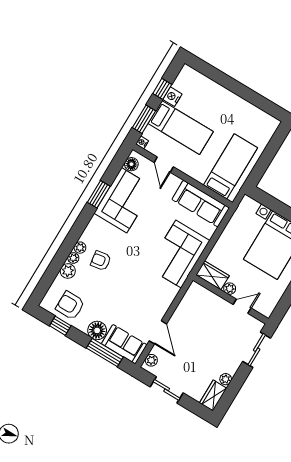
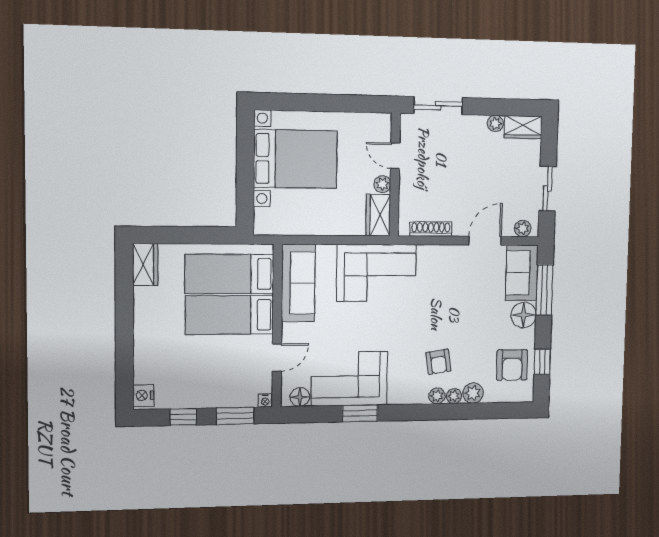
nightstand: (172, 97) -> (143, 395), moved, turned 90
wardrobe: (265, 121) -> (145, 264), added
bed: (181, 128) -> (229, 315), moved, turned -90
shoe rack: (185, 303) -> (431, 229), added

